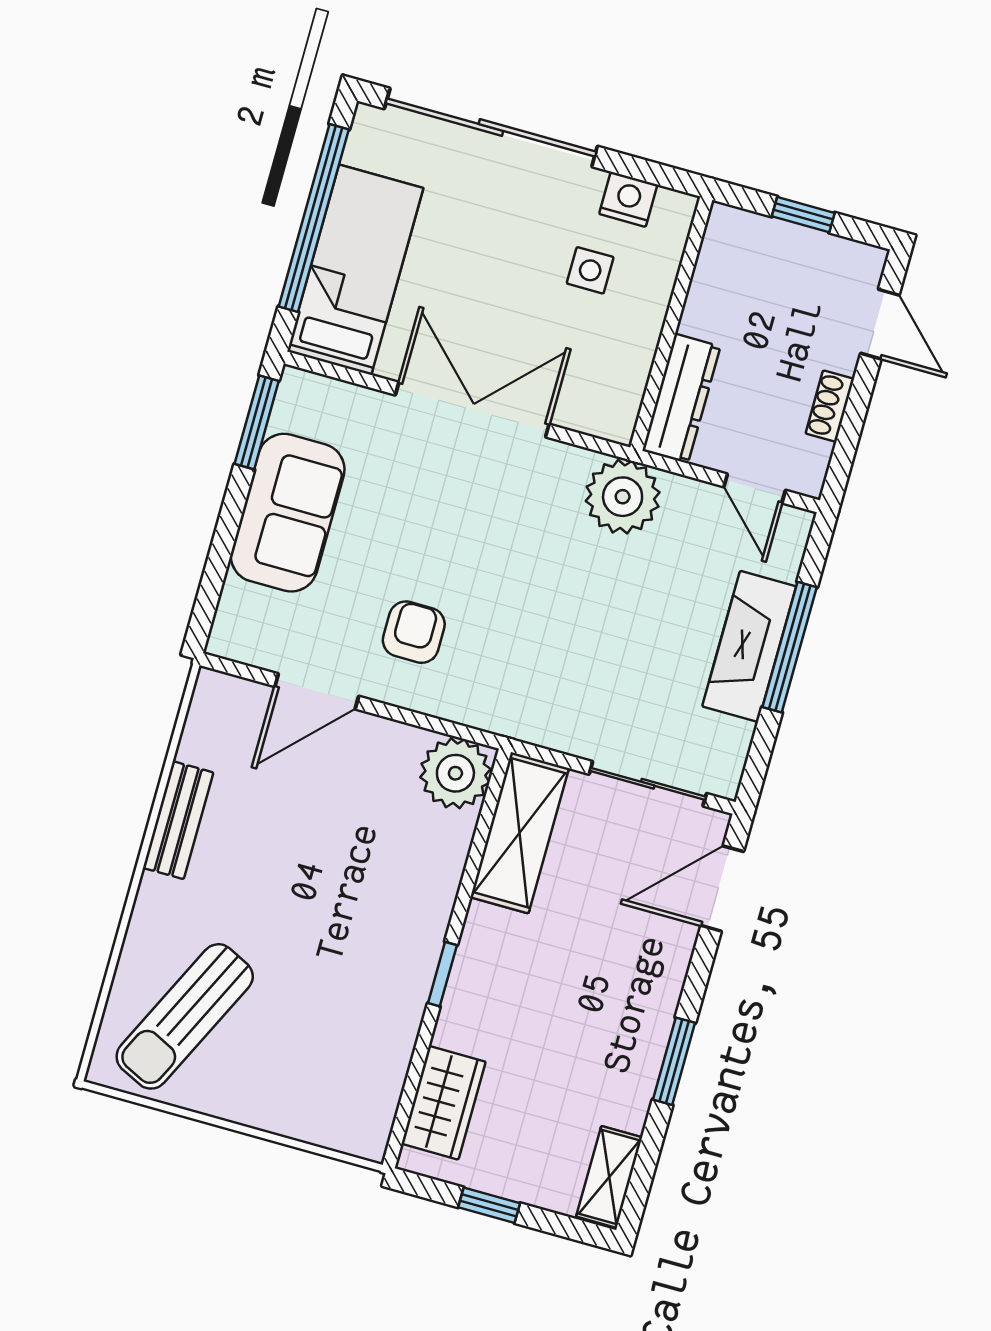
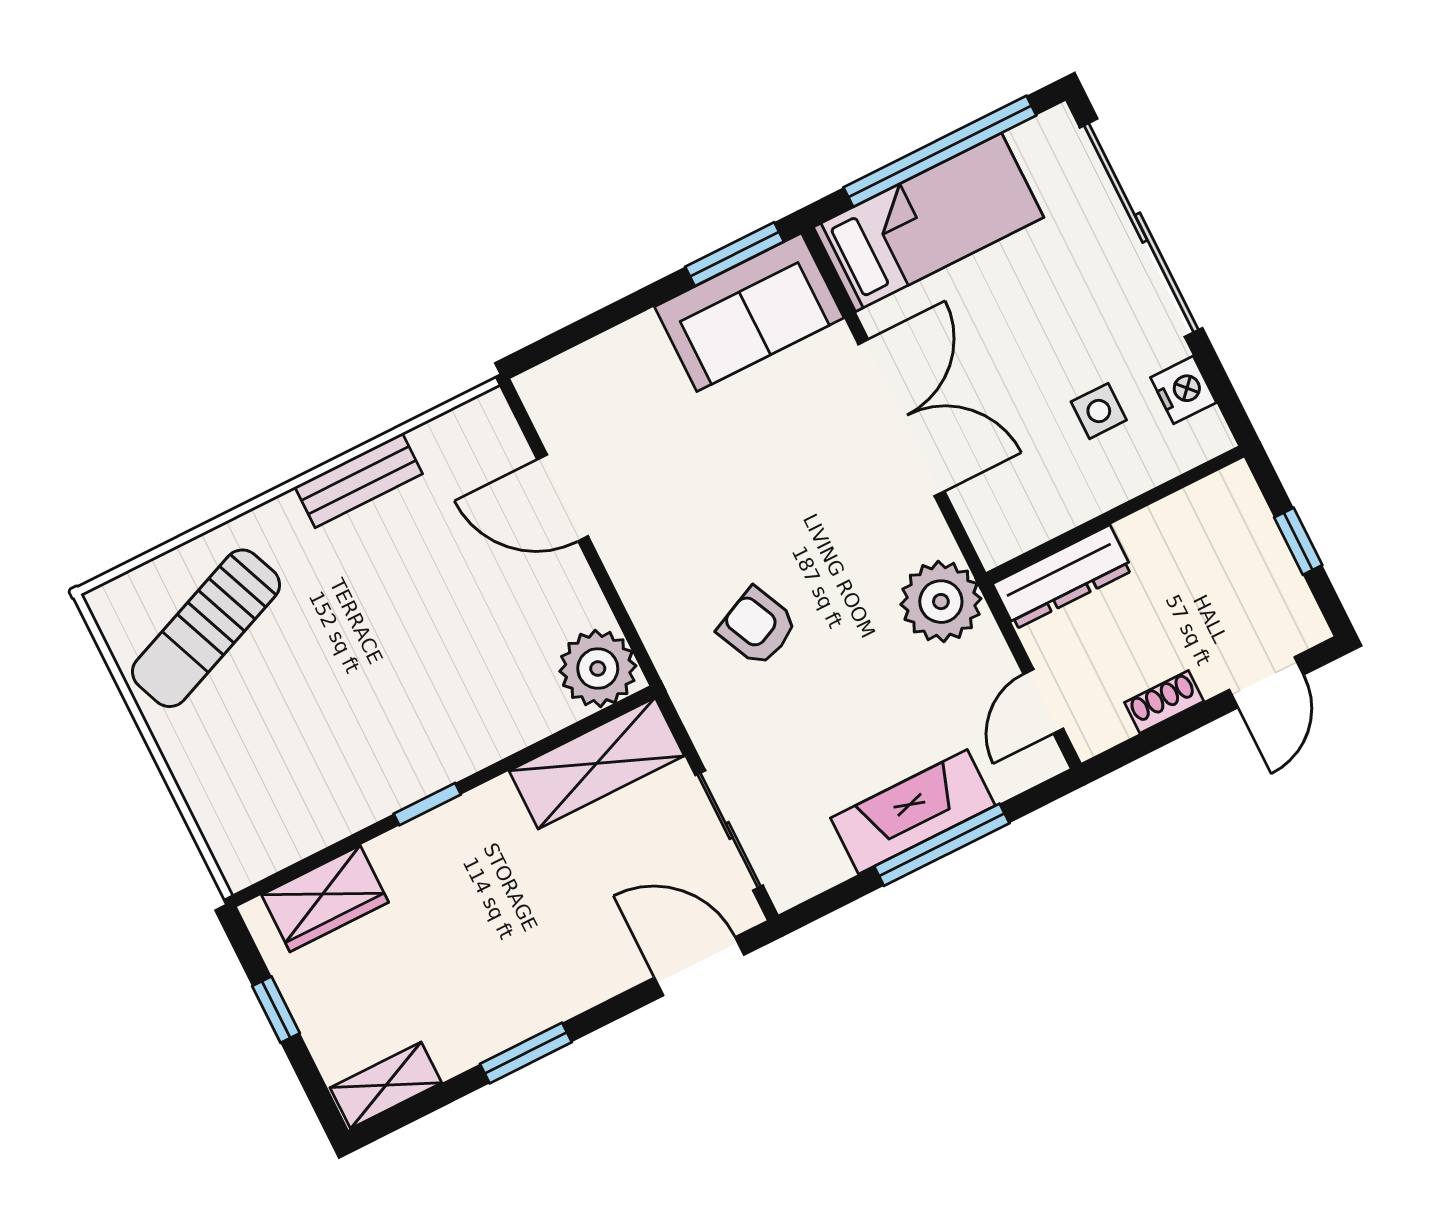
sofa: (288, 513) -> (749, 312), moved
armchair: (414, 632) -> (757, 627), moved, turned -115
sun lounger: (185, 1016) -> (206, 628), turned -48

